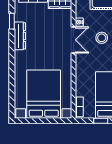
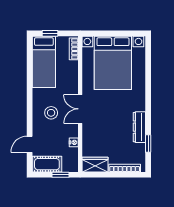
stool: (102, 38) -> (51, 113), moved
double door: (73, 40) -> (80, 109), moved

